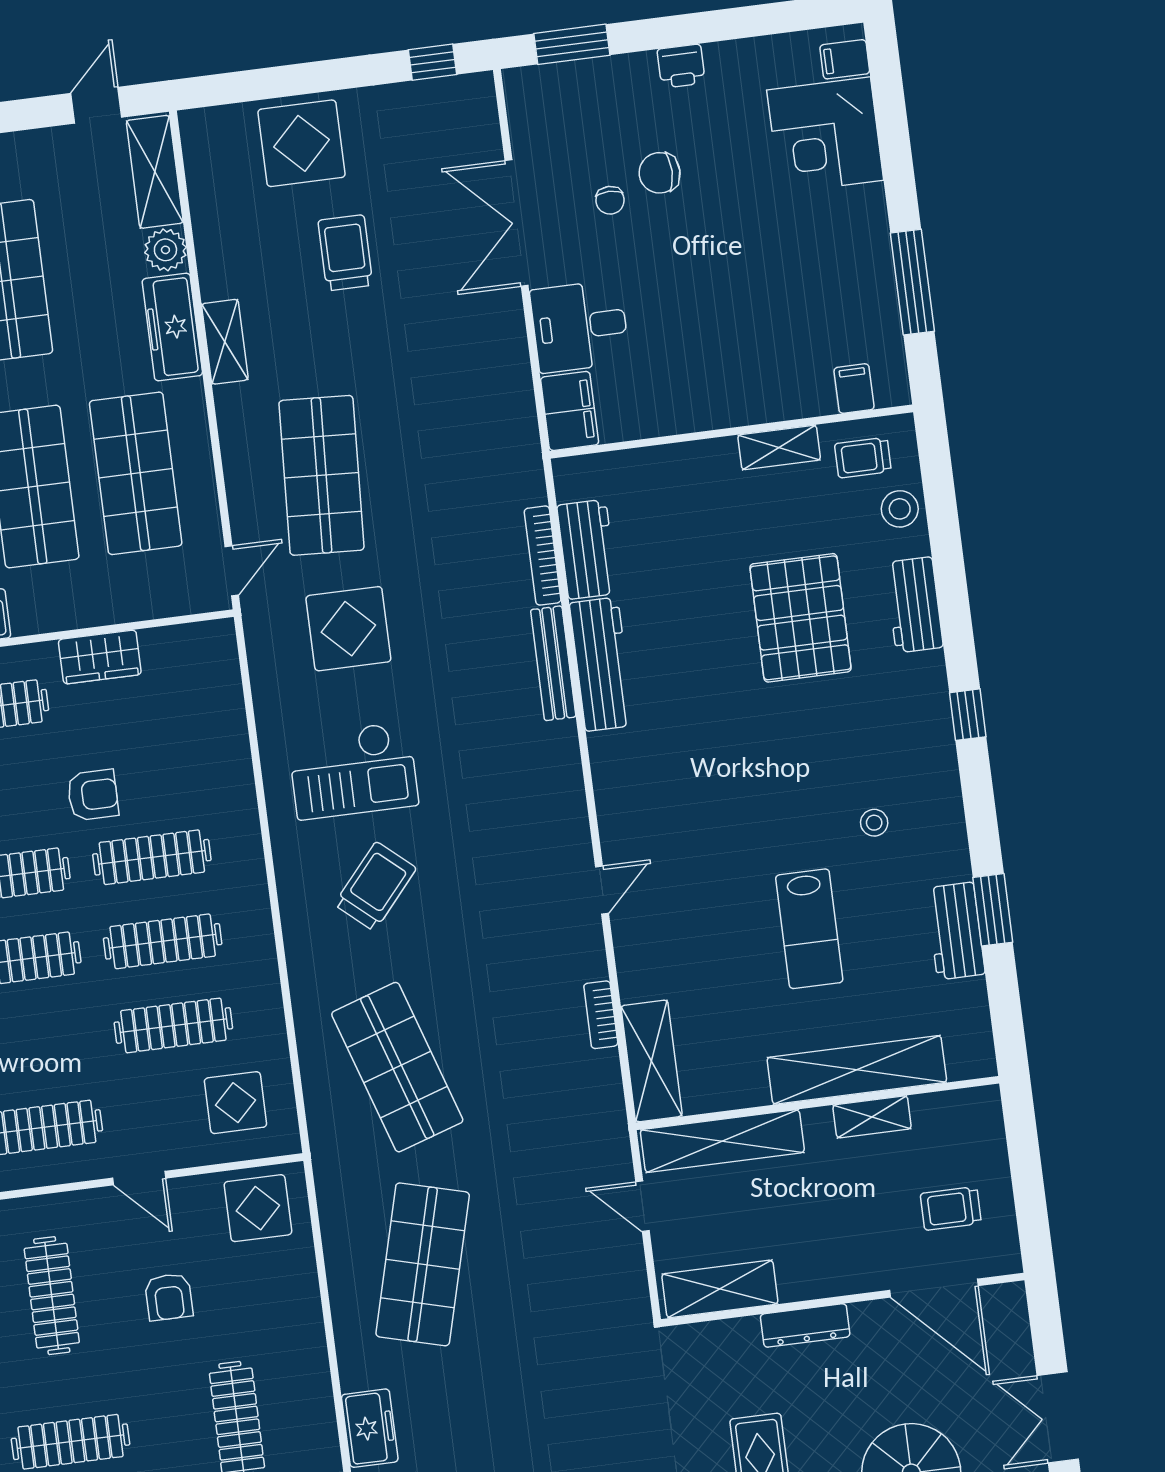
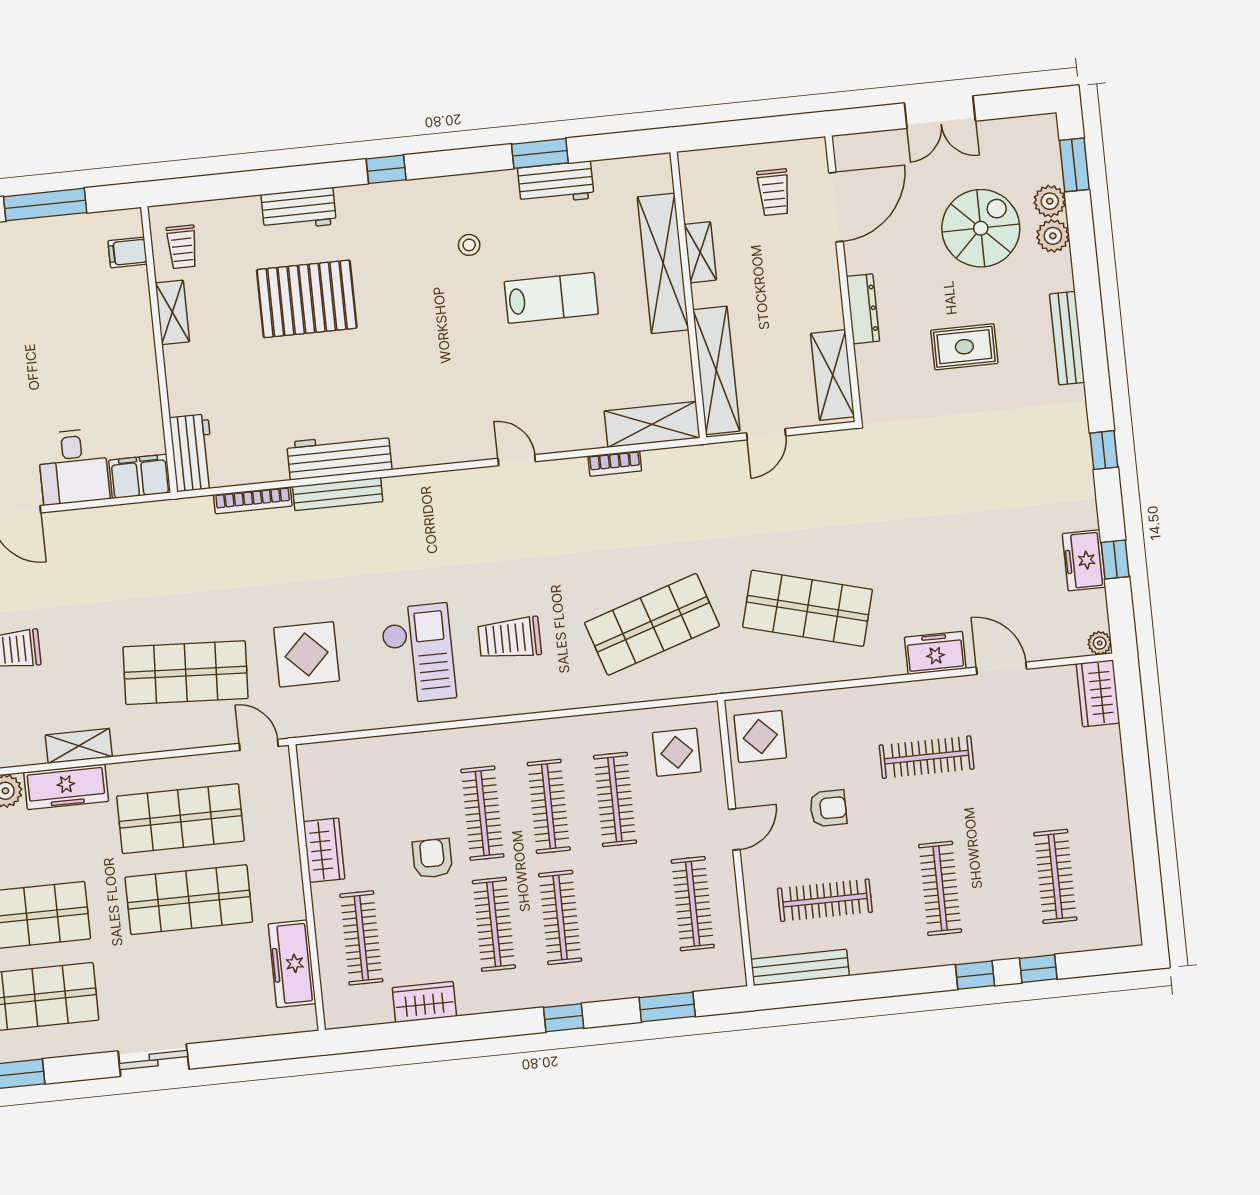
stool: (900, 509) -> (223, 219), removed
workbench: (587, 549) -> (192, 453), moved, turned 90
trolley: (375, 886) -> (510, 638), turned -41

